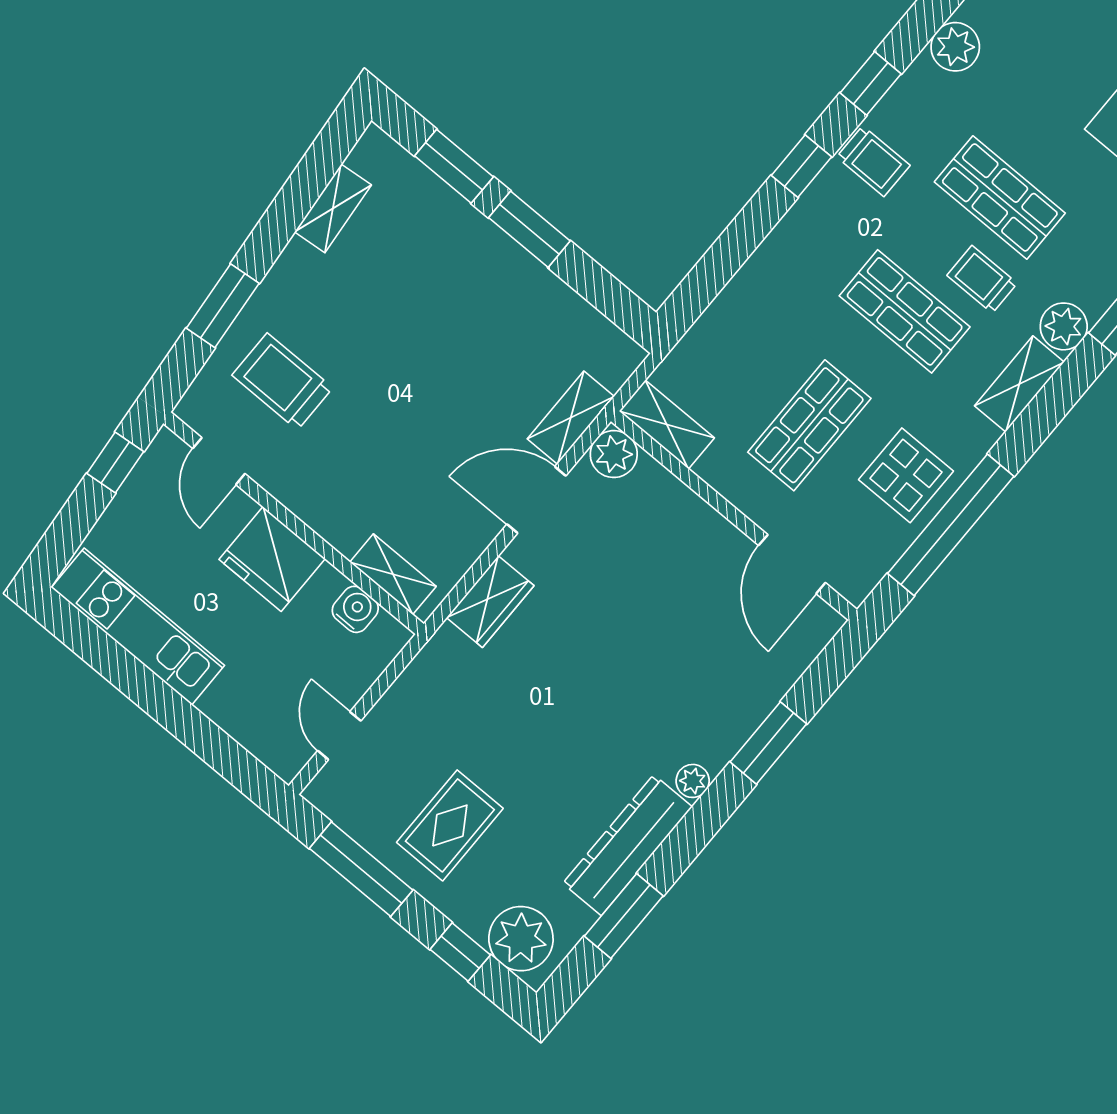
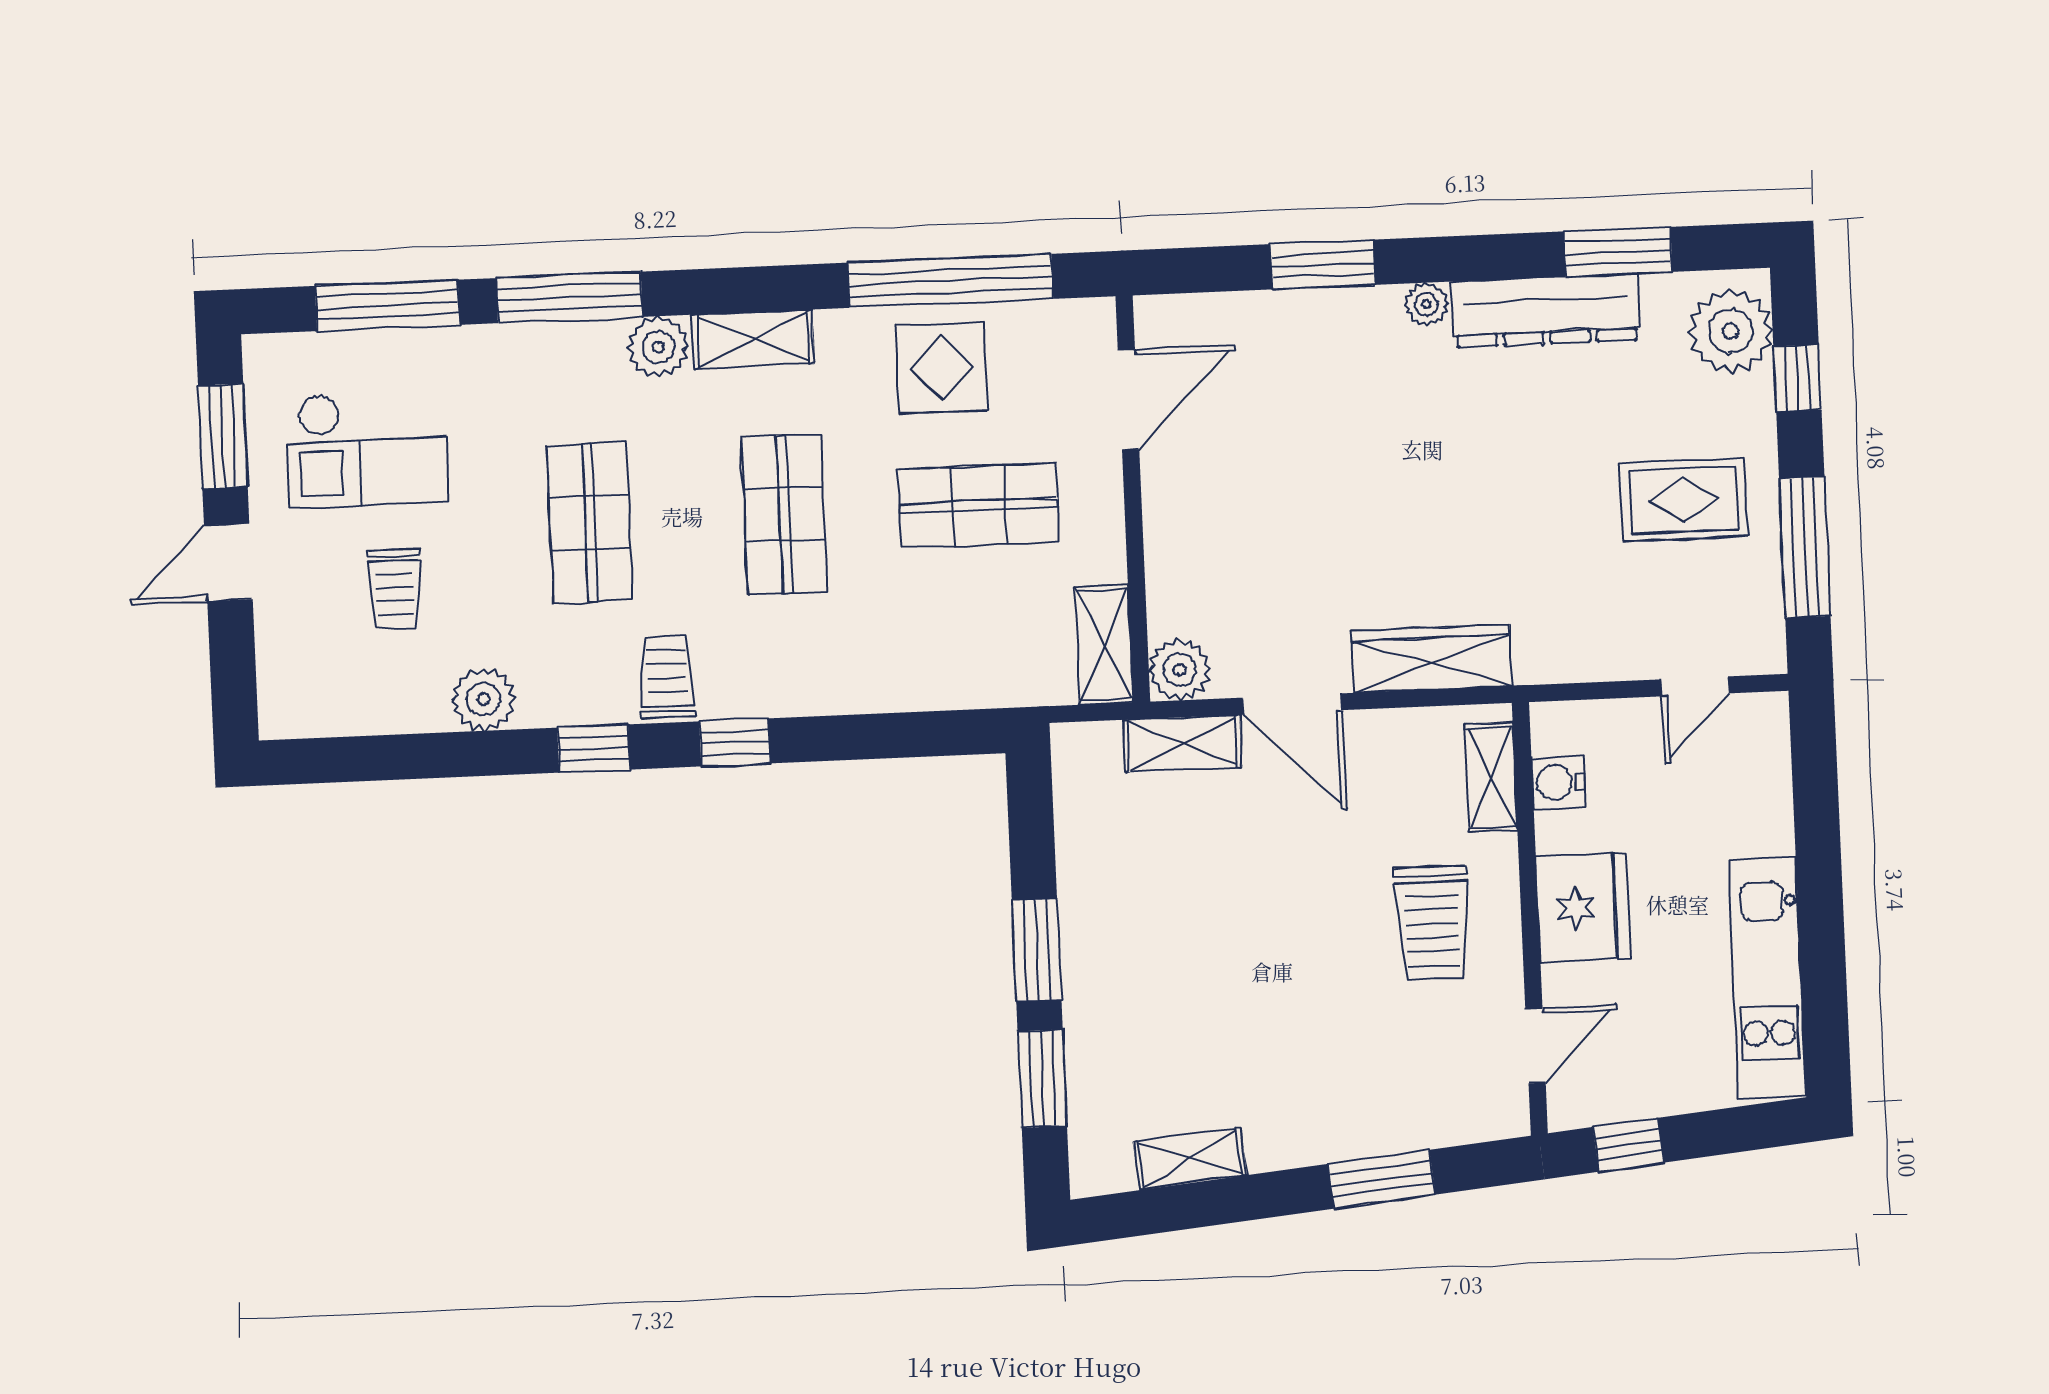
trolley: (982, 279) -> (395, 589), moved
trolley: (282, 381) -> (1432, 923), moved
wardrobe: (490, 602) -> (1432, 659), width x1.50

